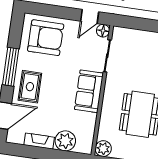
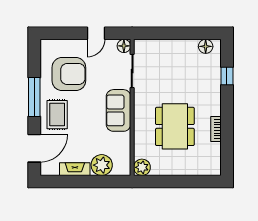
door: (90, 16) -> (96, 33), moved
armchair: (46, 38) -> (69, 74), moved

